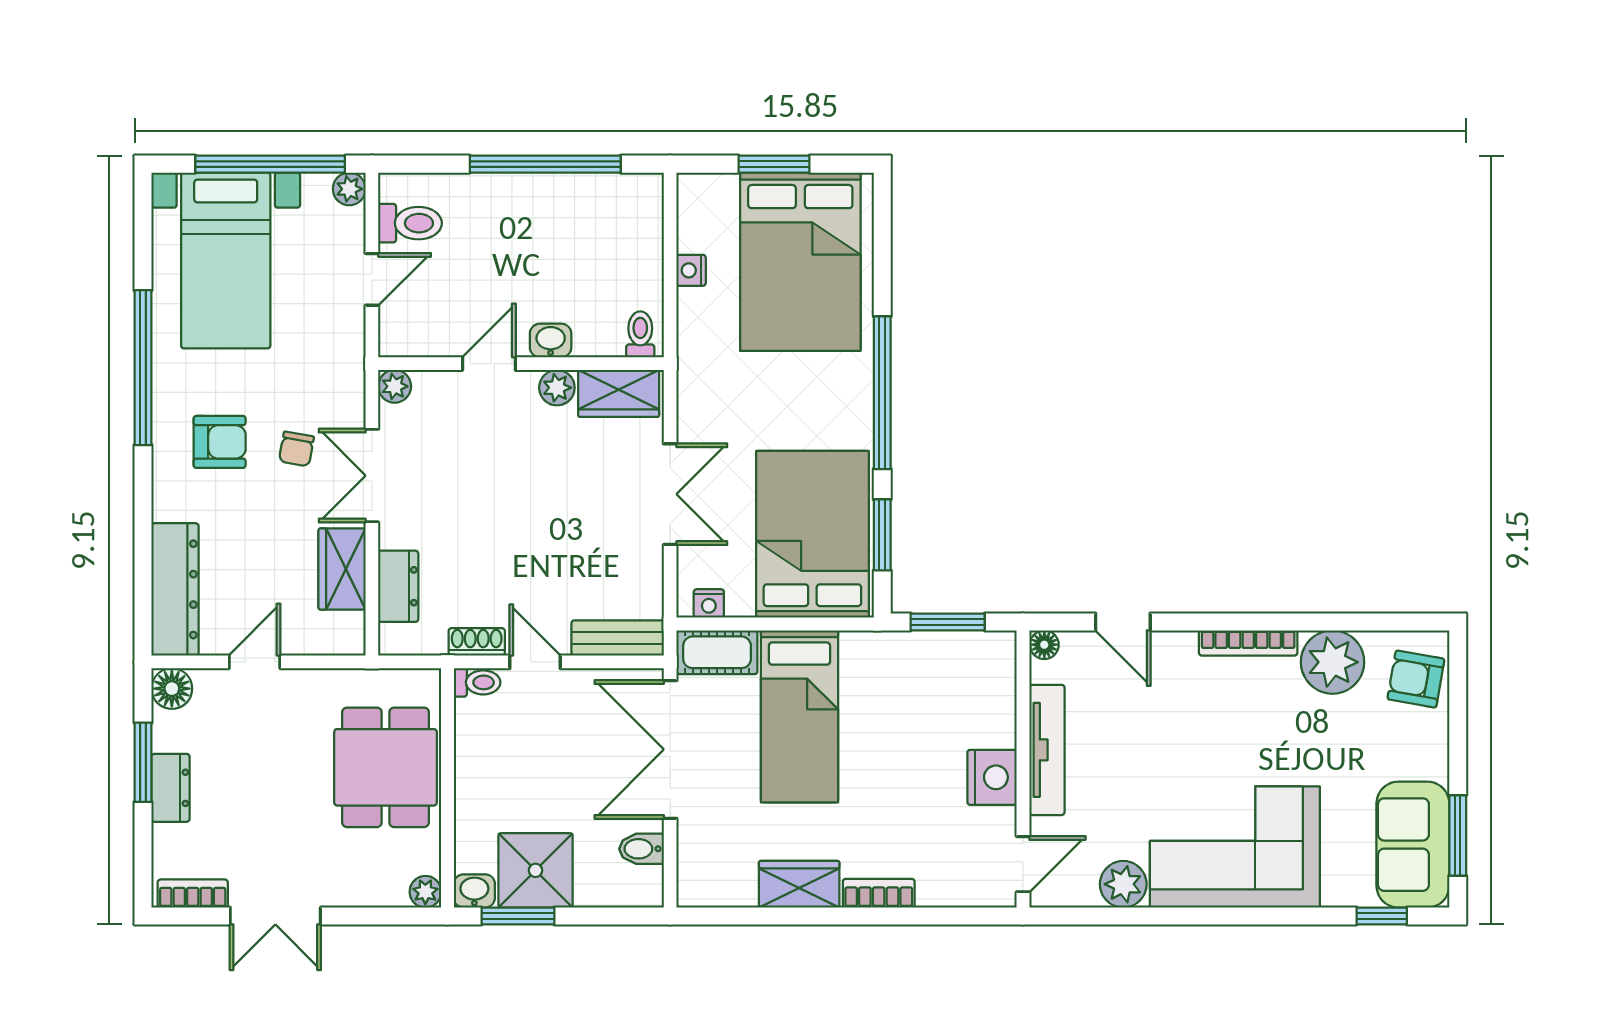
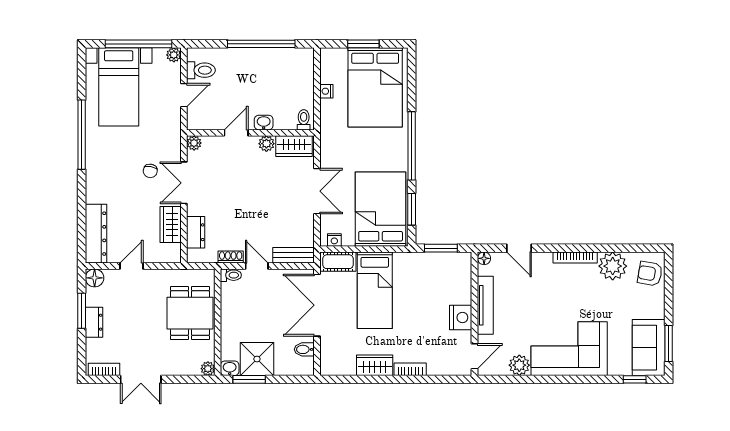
armchair: (220, 442) -> (116, 168), removed

